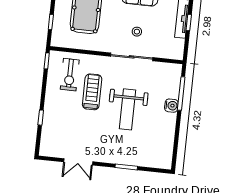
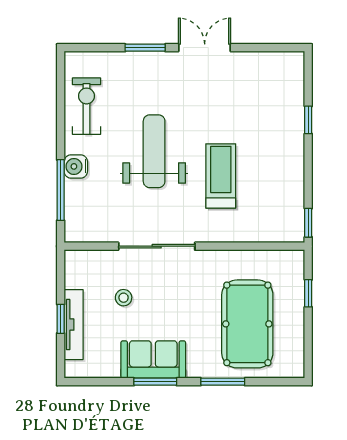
stool: (137, 32) -> (124, 298), moved
exercise bike: (70, 75) -> (87, 106), moved
treadmill: (92, 92) -> (221, 176), turned 180
double door: (78, 162) -> (205, 48), moved

